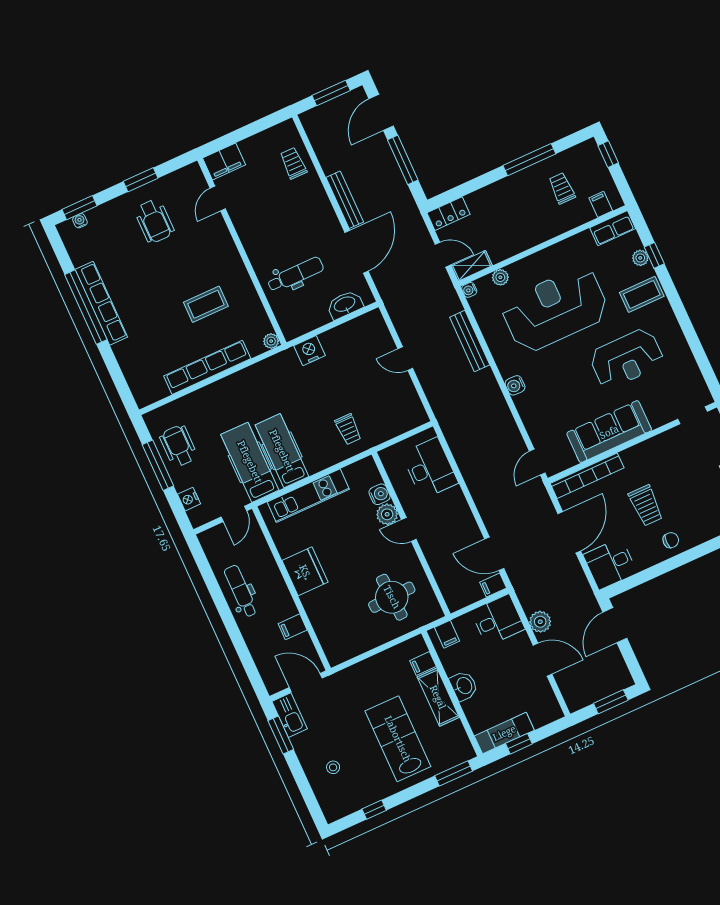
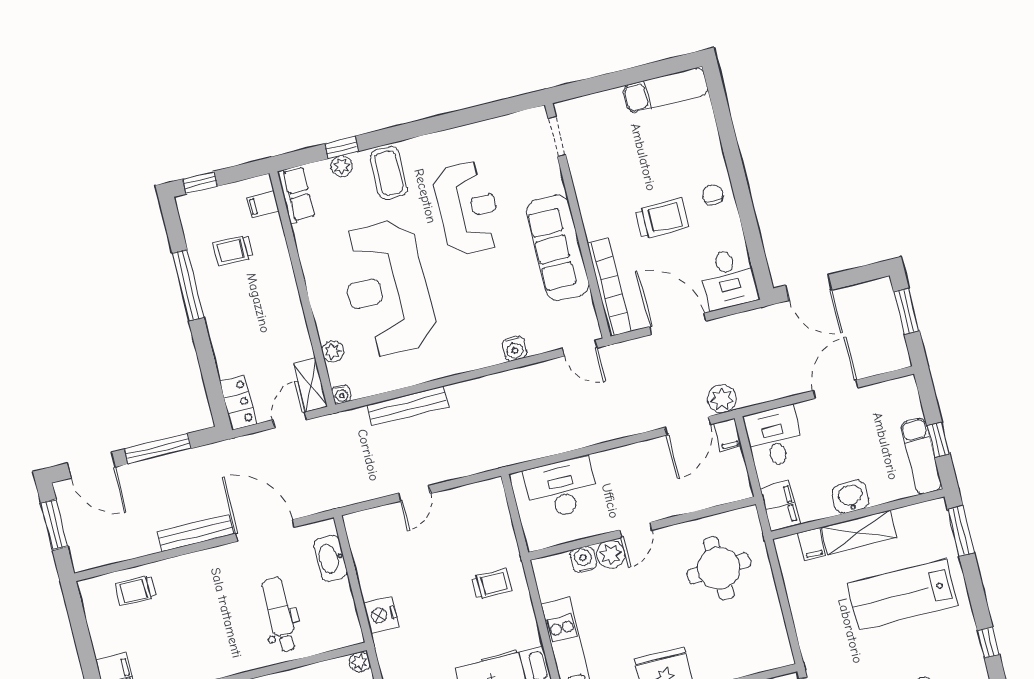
water cooler: (515, 385) -> (515, 349), moved
plant: (540, 622) -> (722, 399), moved
filing cabinet: (447, 634) -> (780, 506), width x2.00

